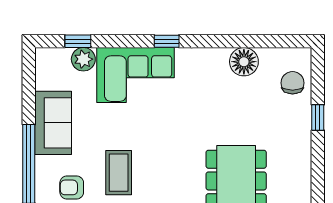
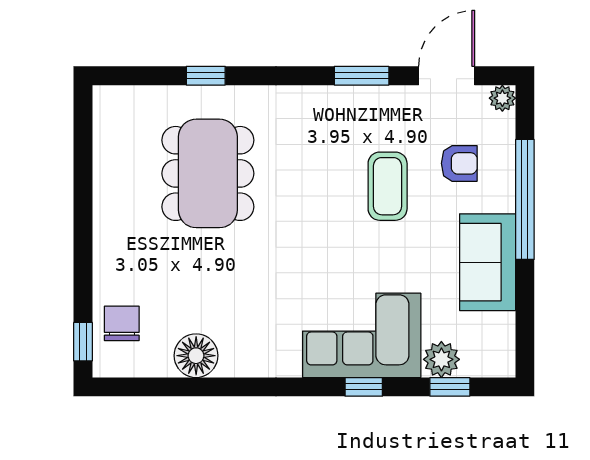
window: (167, 41) -> (364, 387), moved
chair: (293, 83) -> (122, 323), turned 180
window: (318, 117) -> (83, 342), moved

